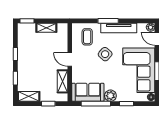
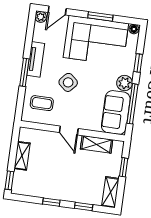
tv unit: (119, 28) -> (36, 59), width x0.71
door: (70, 59) -> (69, 131), hinge flipped

